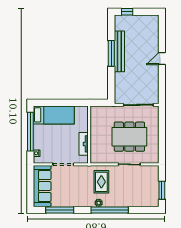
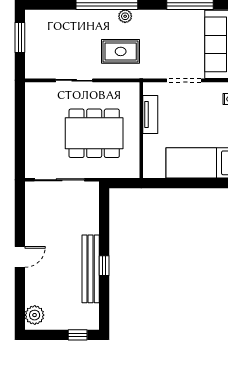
plant: (153, 24) -> (35, 315), added
window: (111, 53) -> (104, 266), width x0.46
dining table: (129, 137) -> (94, 133), moved
rug: (101, 182) -> (121, 51), turned 90

